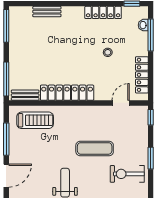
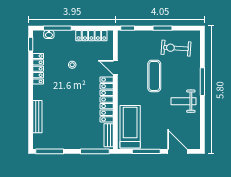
bench: (47, 12) -> (37, 117), width x1.36
door: (121, 103) -> (115, 68), moved
treadmill: (35, 120) -> (130, 127), width x1.37, depth x1.37
exercise bike: (127, 174) -> (176, 48), turned 94

